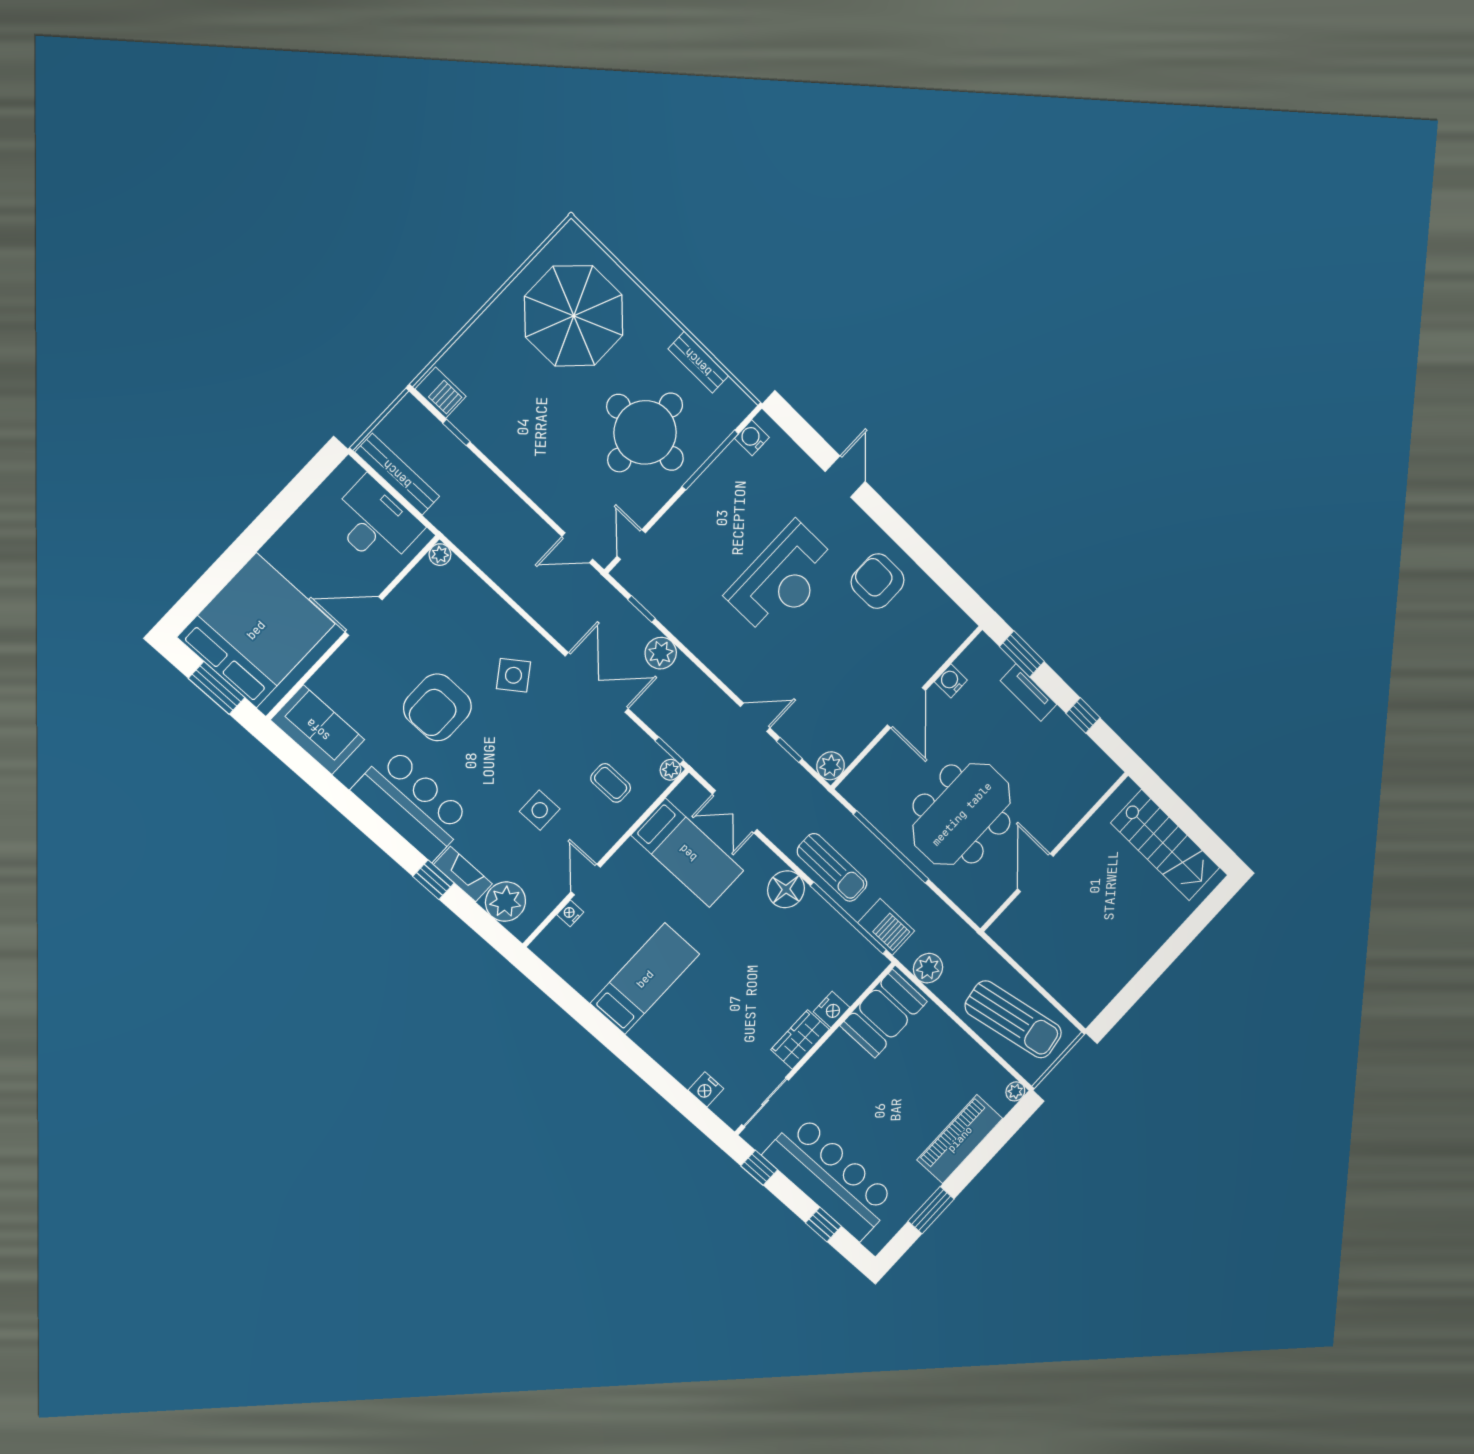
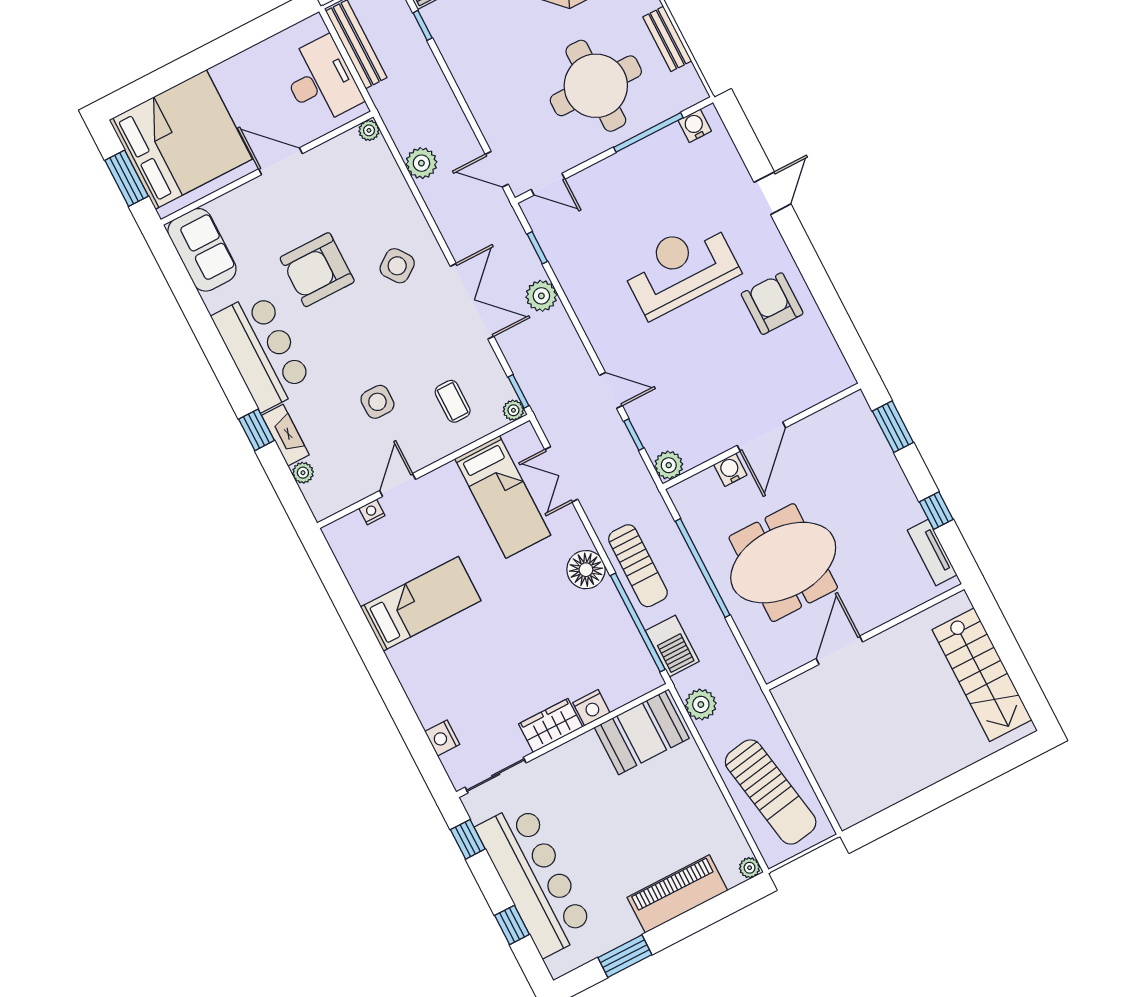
door: (631, 544) -> (548, 184), swing flipped
plant: (502, 568) -> (421, 163), added
reception desk: (782, 579) -> (680, 268), turned 180
water cooler: (951, 681) -> (730, 470), moved
tv unit: (1029, 693) -> (932, 553), moved
plant: (506, 902) -> (303, 473), width x0.53, depth x0.53

